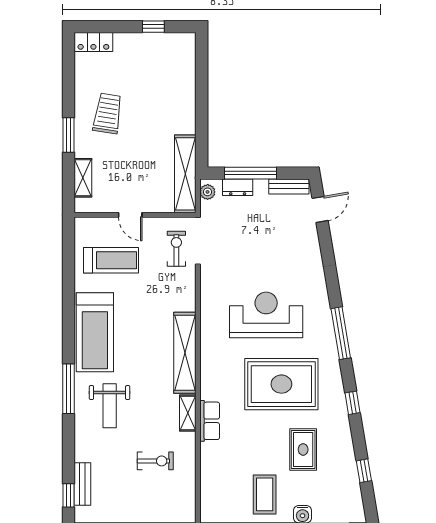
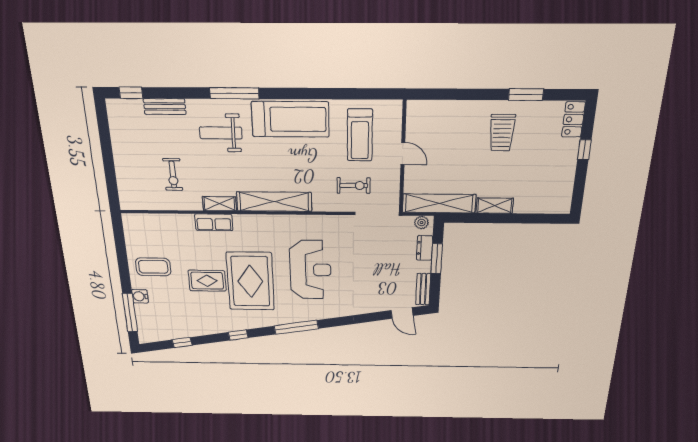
window: (153, 27) -> (584, 150), moved
trolley: (108, 113) -> (502, 133), turned 81
window: (69, 135) -> (526, 95), moved
window: (251, 173) -> (437, 259), width x0.69
shelving: (83, 178) -> (495, 206), moved
door: (130, 215) -> (403, 153), swing flipped
exercise bike: (176, 249) -> (354, 185), moved
treadmill: (95, 332) -> (290, 119), turned 180
rug: (303, 449) -> (207, 281), moved
bench: (82, 484) -> (165, 107), moved

